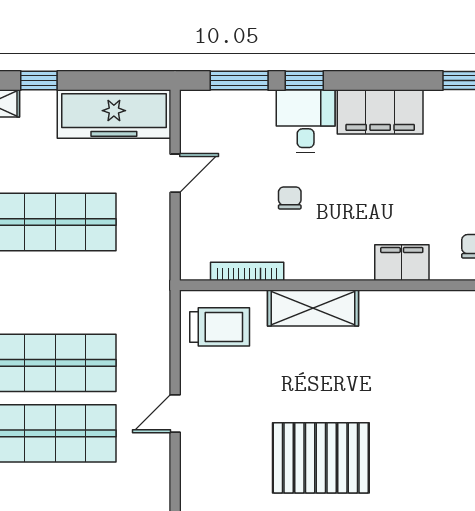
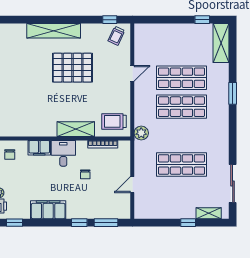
freezer: (114, 114) -> (157, 209), removed
desk: (306, 121) -> (63, 153), moved, turned 180
plant: (153, 299) -> (141, 133), added
door: (175, 413) -> (132, 73), moved

